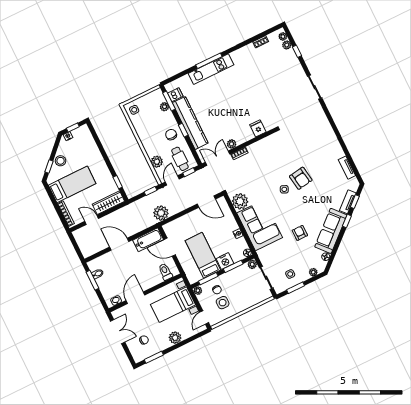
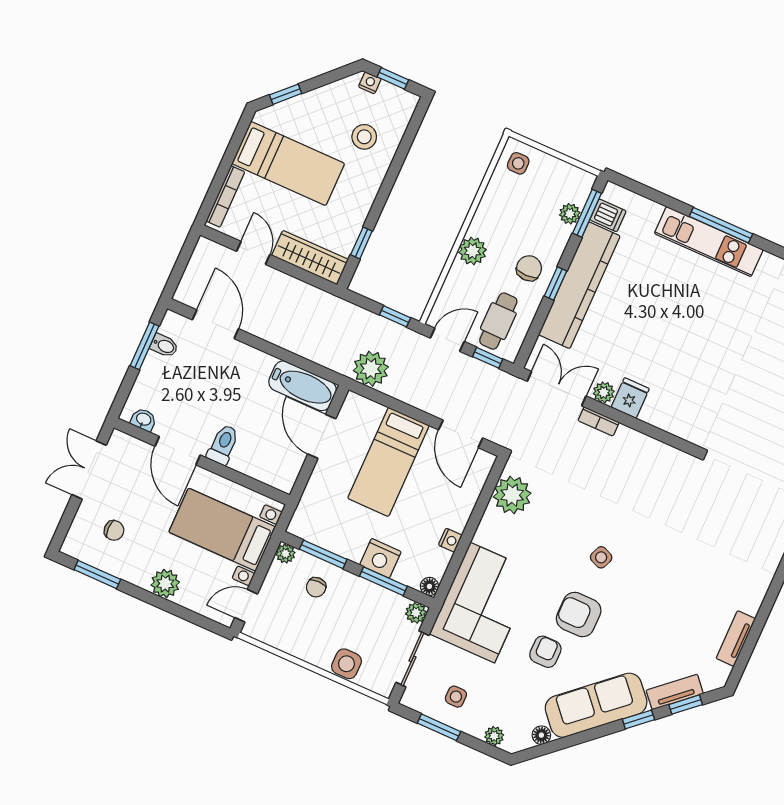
fridge: (258, 128) -> (630, 398), moved
stool: (61, 161) -> (364, 137), moved
plant: (157, 162) -> (472, 251), moved
armchair: (301, 178) -> (579, 615), moved, turned 99
corner sofa: (260, 225) -> (482, 603), moved
door: (119, 244) -> (215, 324), moved
bed: (203, 255) -> (388, 462), moved, turned 180
toilet: (165, 272) -> (223, 445), moved
door: (135, 298) -> (178, 451), swing flipped
side table: (223, 303) -> (346, 664), moved
double door: (118, 332) -> (89, 470), swing flipped

